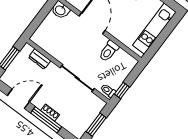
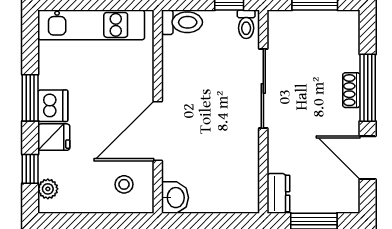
toilet: (109, 51) -> (182, 22), moved
dresser: (40, 59) -> (278, 193), moved

